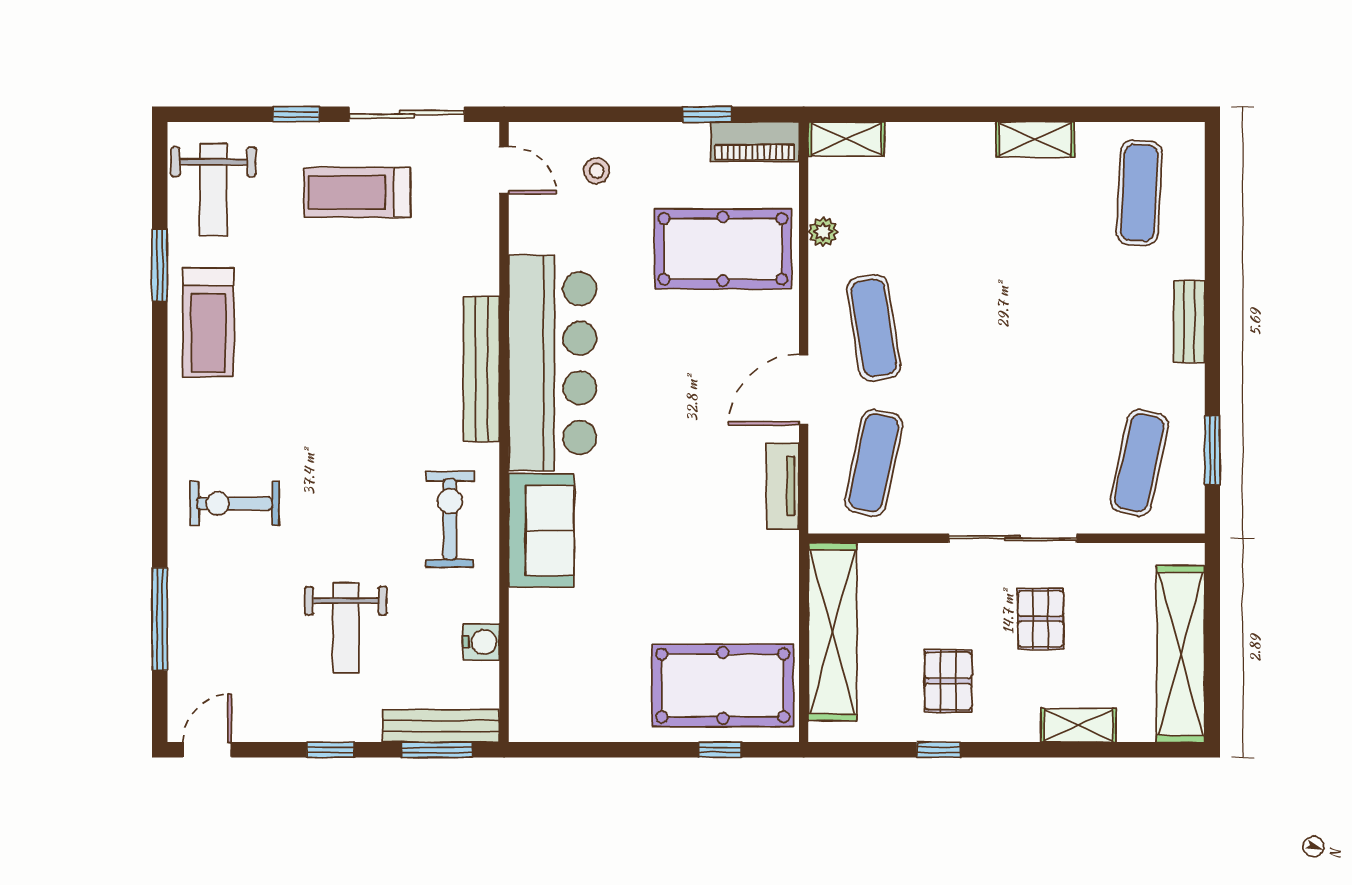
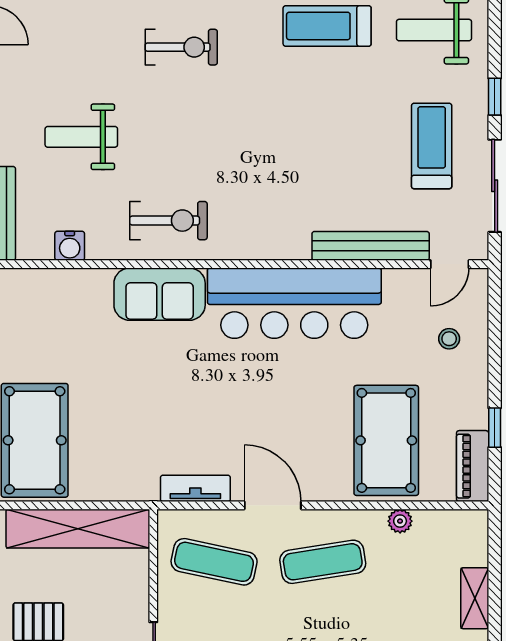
shelving: (846, 139) -> (475, 598), moved
bench: (481, 369) -> (371, 246), moved
exercise bike: (235, 503) -> (181, 47), turned 90

